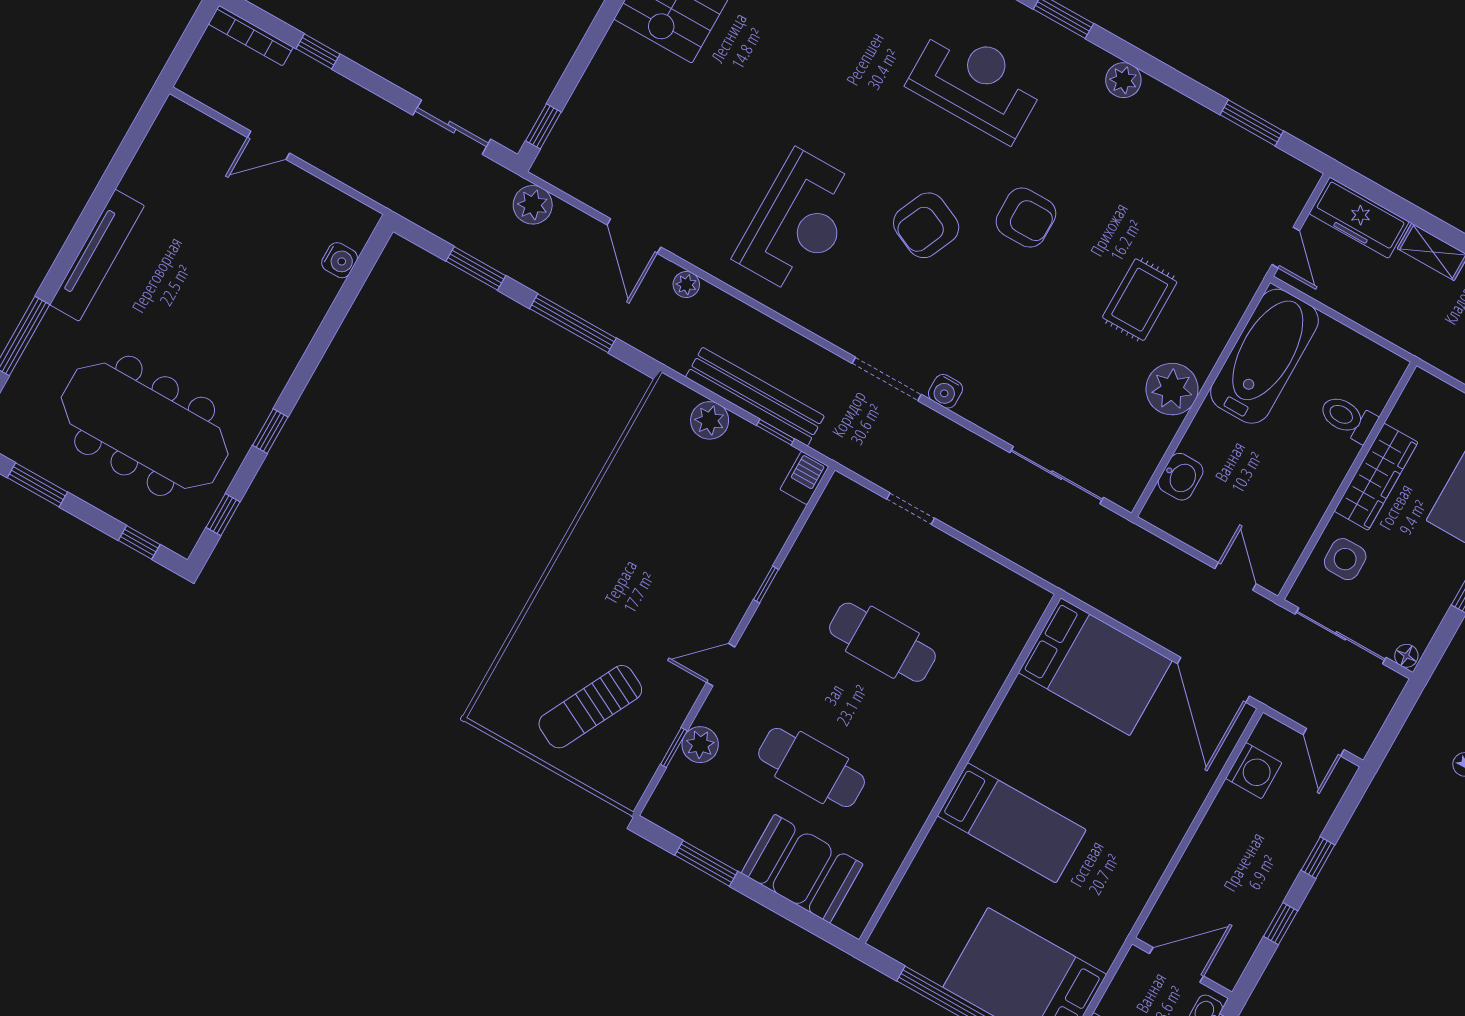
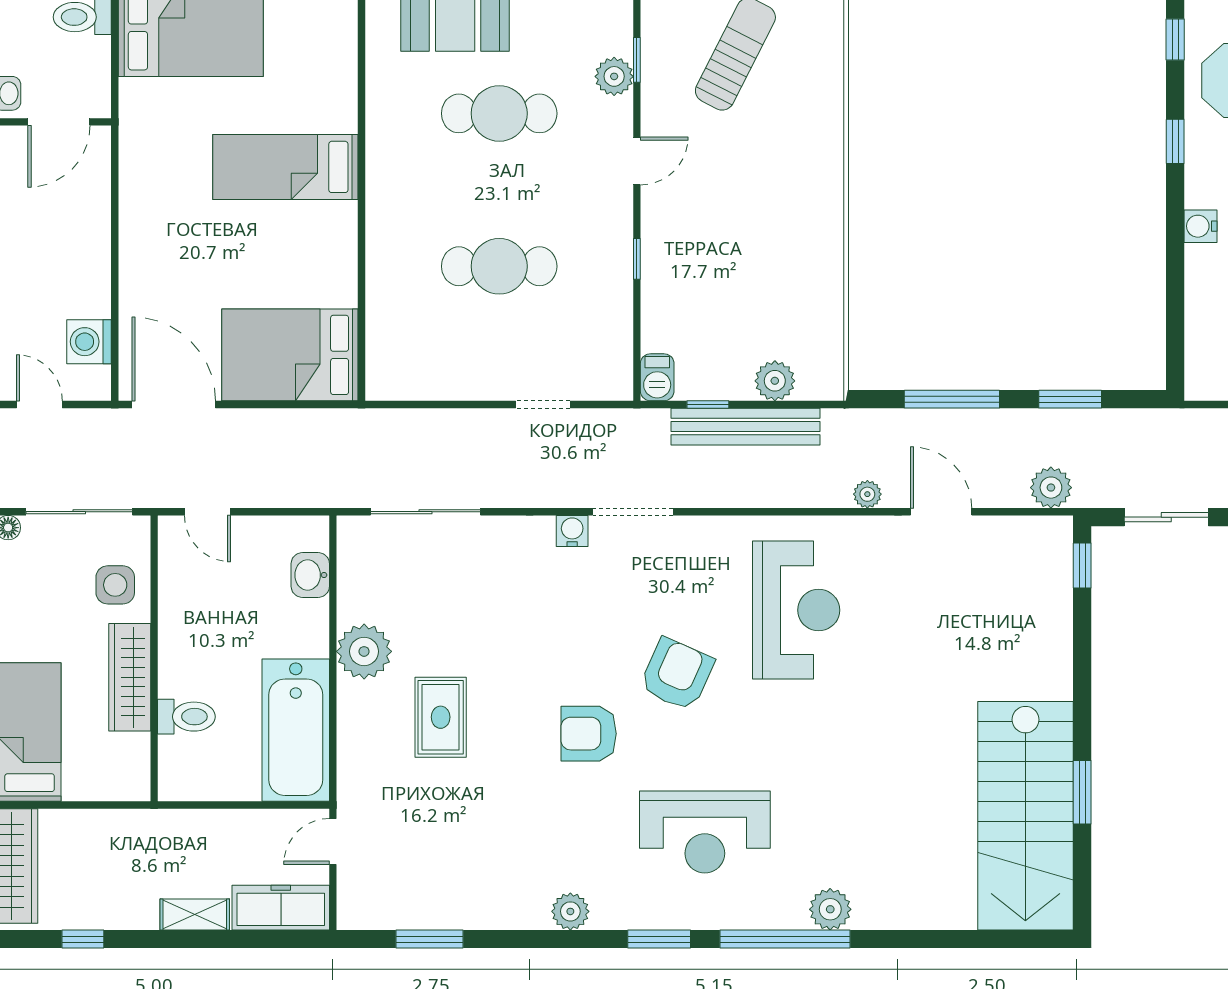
reception desk: (799, 223) -> (796, 610), turned 180
door: (1286, 248) -> (333, 842), hinge flipped
water cooler: (340, 260) -> (1200, 226), moved

